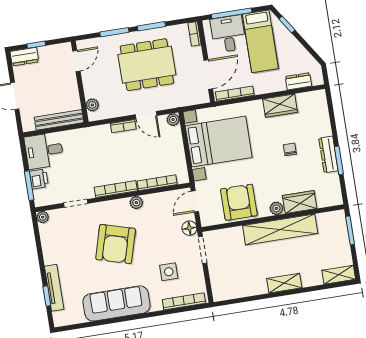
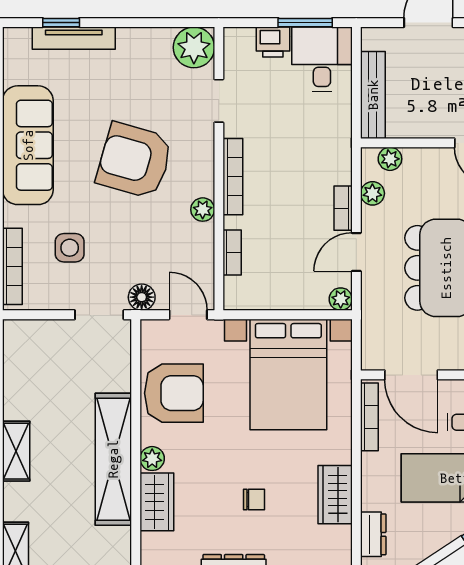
plant: (113, 111) -> (372, 193), added
bookcase: (157, 183) -> (232, 253), width x0.64
window: (29, 186) -> (305, 23), moved
plant: (43, 217) -> (194, 47), width x1.87, depth x1.87

